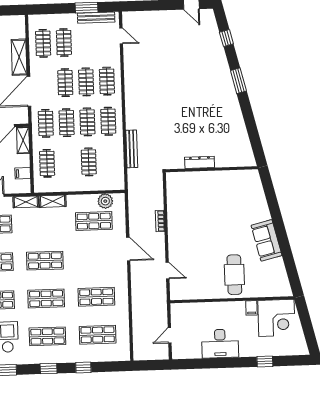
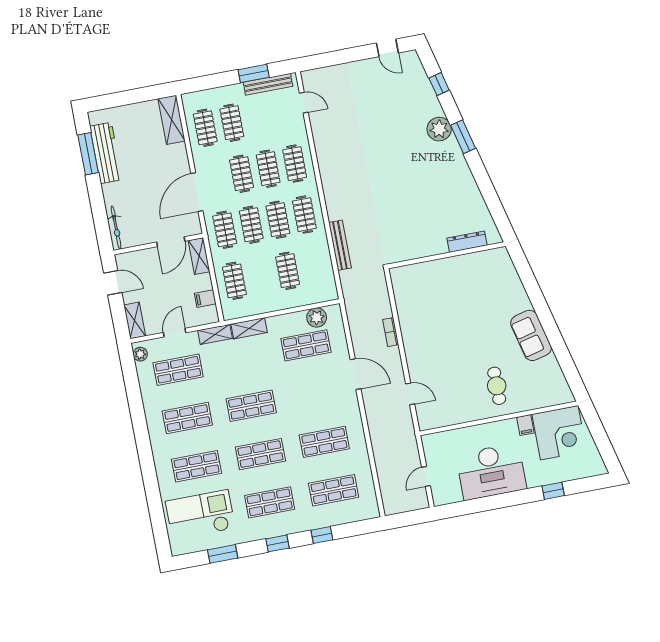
shelving: (19, 57) -> (171, 120), moved
plant: (221, 72) -> (439, 129), added
dresser: (200, 162) -> (467, 242), moved
cafe table: (234, 275) -> (497, 386), width x0.73, depth x0.74
desk: (220, 344) -> (491, 472), width x1.36, depth x1.30

